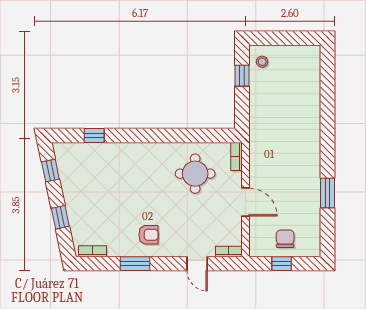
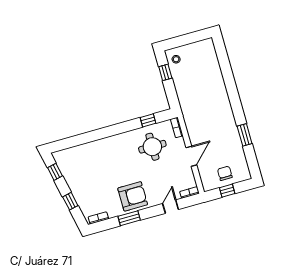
window: (94, 136) -> (148, 120), moved
door: (245, 202) -> (191, 156), hinge flipped
armchair: (148, 235) -> (133, 196), width x1.88, depth x1.88
door: (197, 264) -> (171, 207), swing flipped

